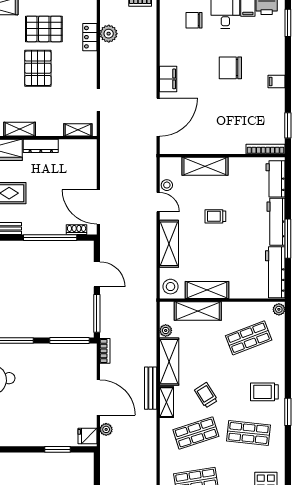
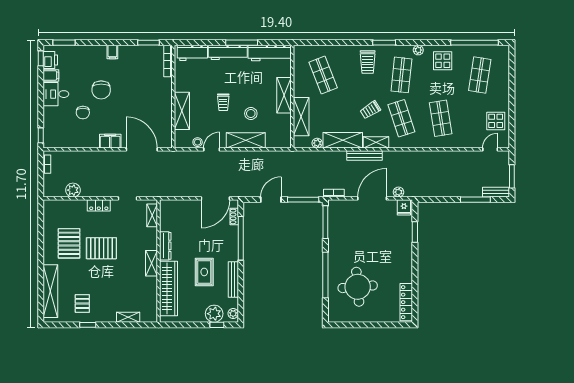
chair: (194, 20) -> (83, 113), moved
locker: (90, 37) -> (99, 205), moved
stool: (170, 287) -> (251, 113), moved
shelving: (207, 290) -> (284, 95), moved
plant: (279, 309) -> (418, 50), moved

